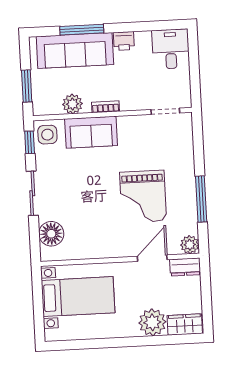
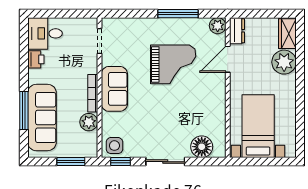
printer: (124, 41) -> (36, 59), moved
bookcase: (106, 107) -> (93, 93), width x1.56
sofa: (91, 132) -> (114, 89), moved
door: (152, 258) -> (228, 59), hinge flipped

